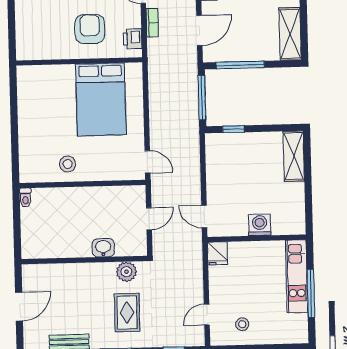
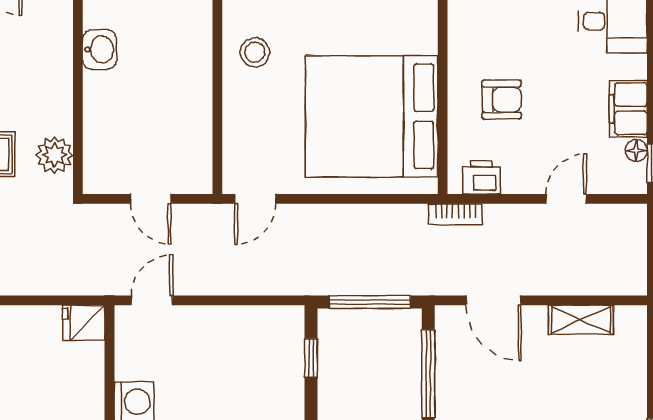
bookcase: (152, 23) -> (455, 214), moved
armchair: (90, 29) -> (501, 100), width x0.72, depth x0.72
bed: (101, 99) -> (372, 116), width x1.36
washbasin: (103, 248) -> (100, 50), moved

